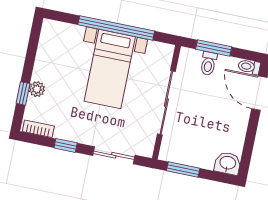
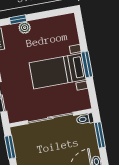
window: (116, 28) -> (87, 64), width x0.47
toilet: (209, 63) -> (85, 119), moved

